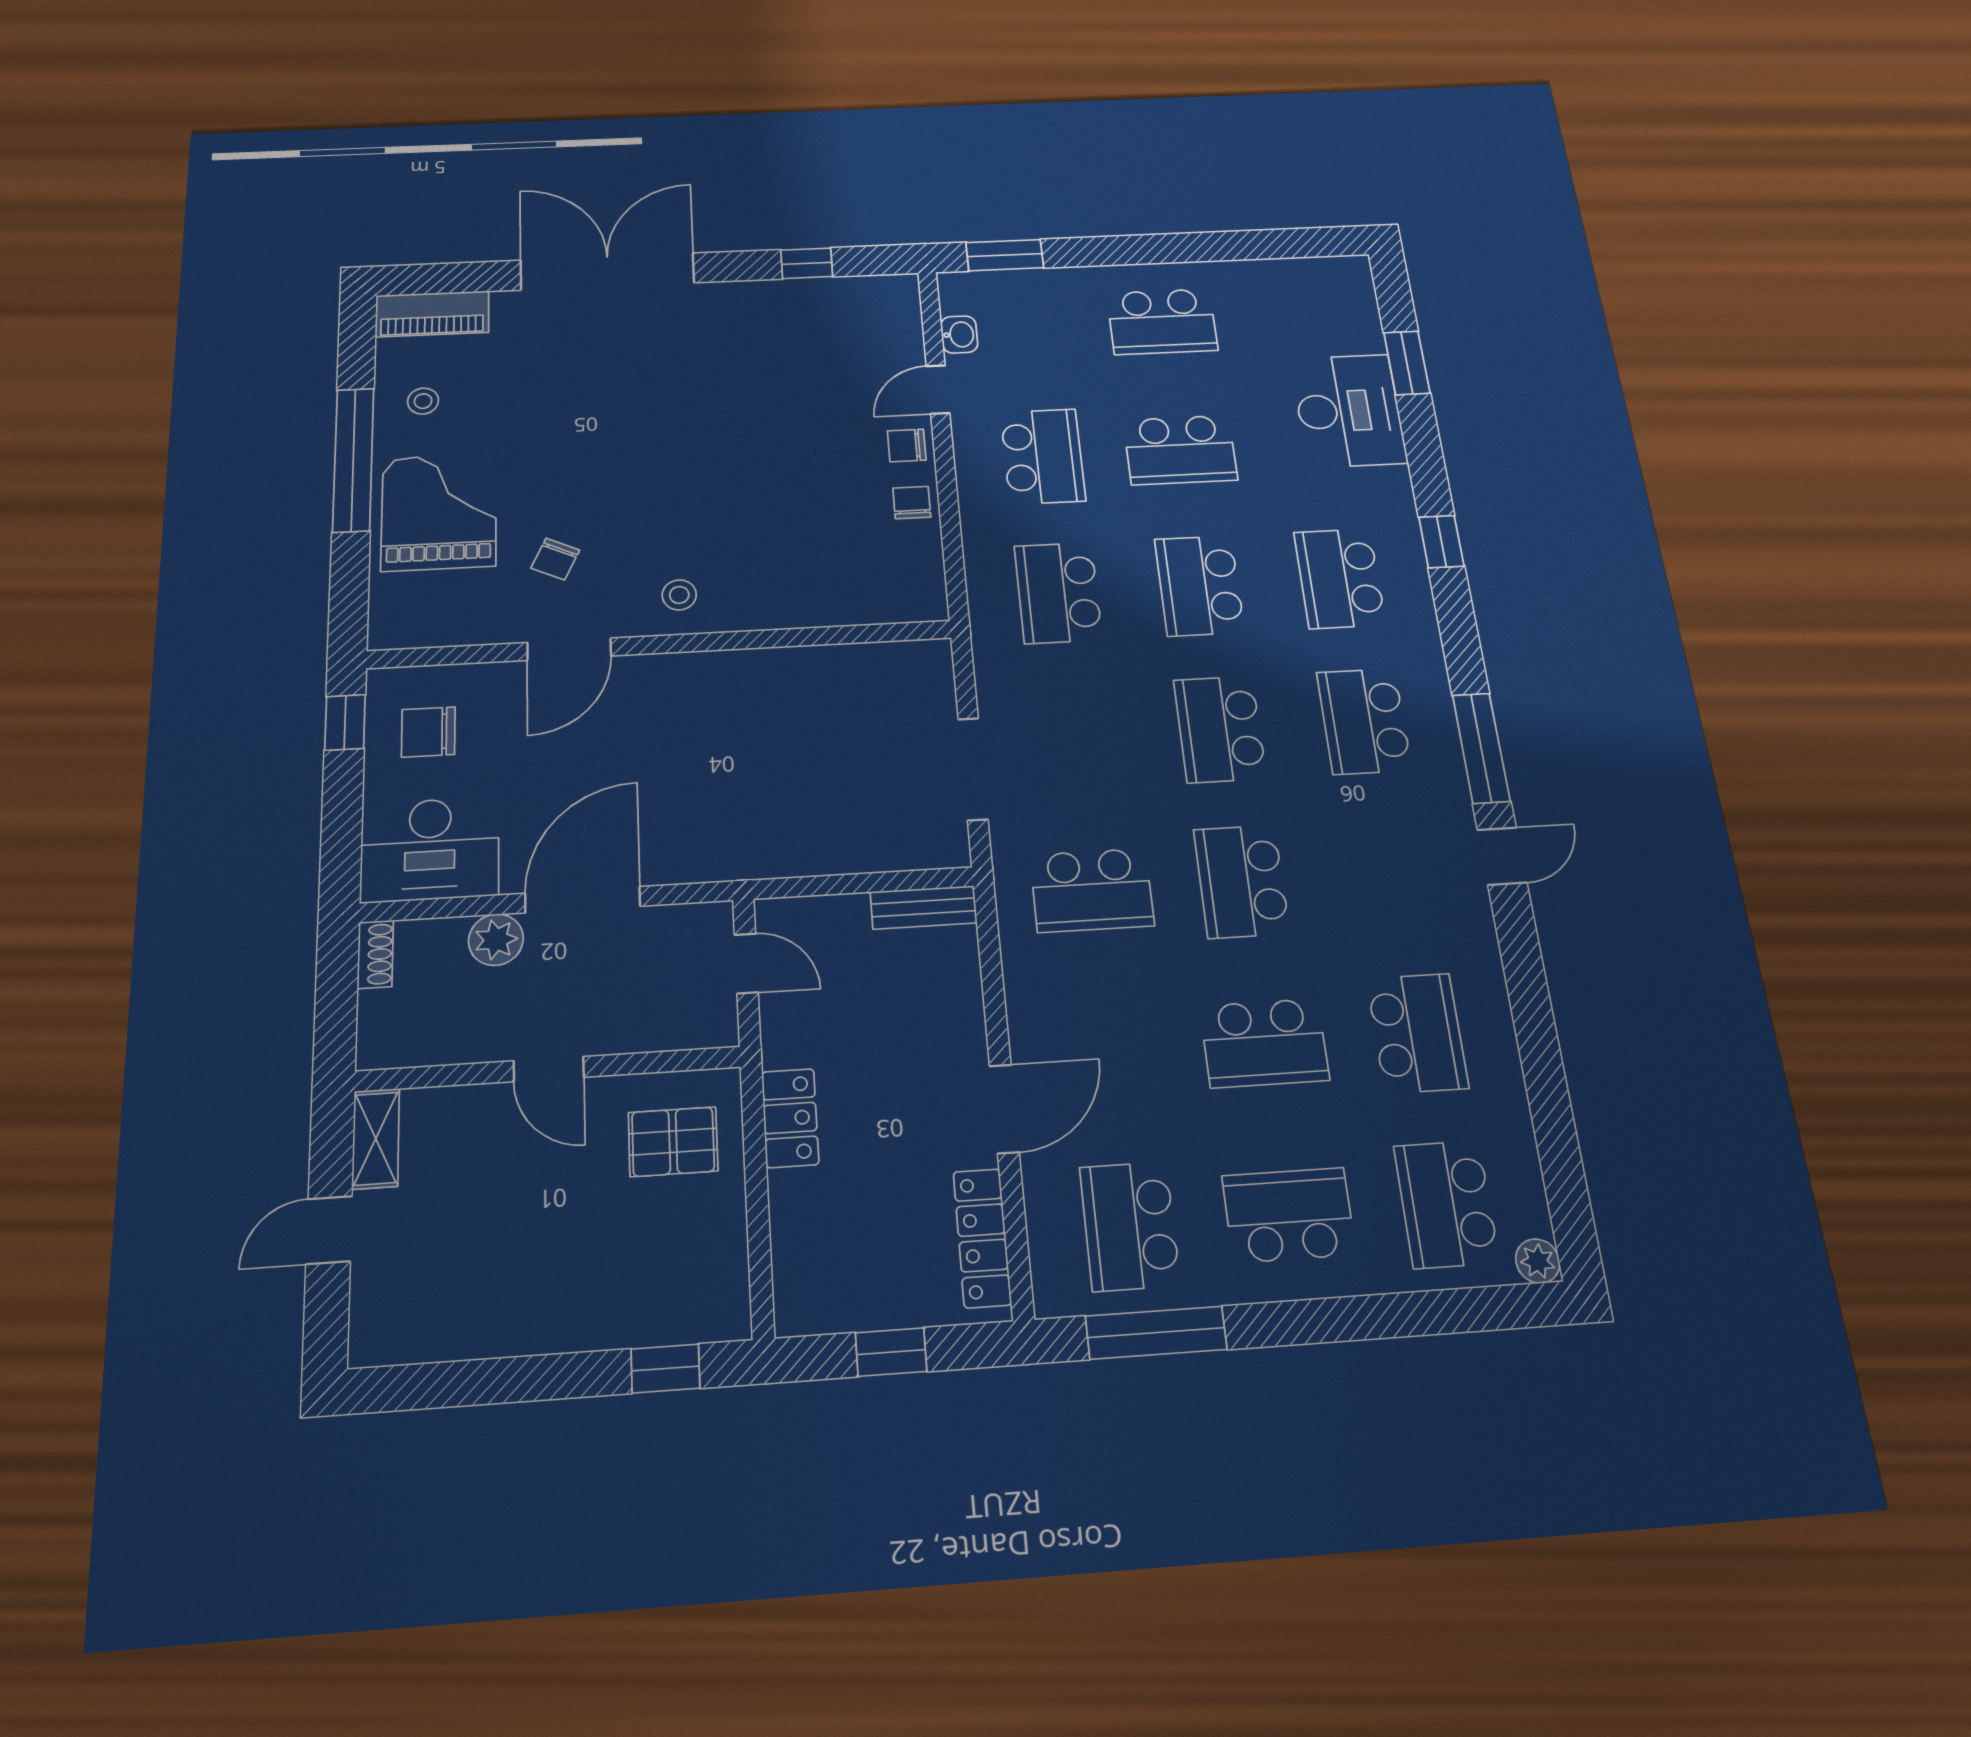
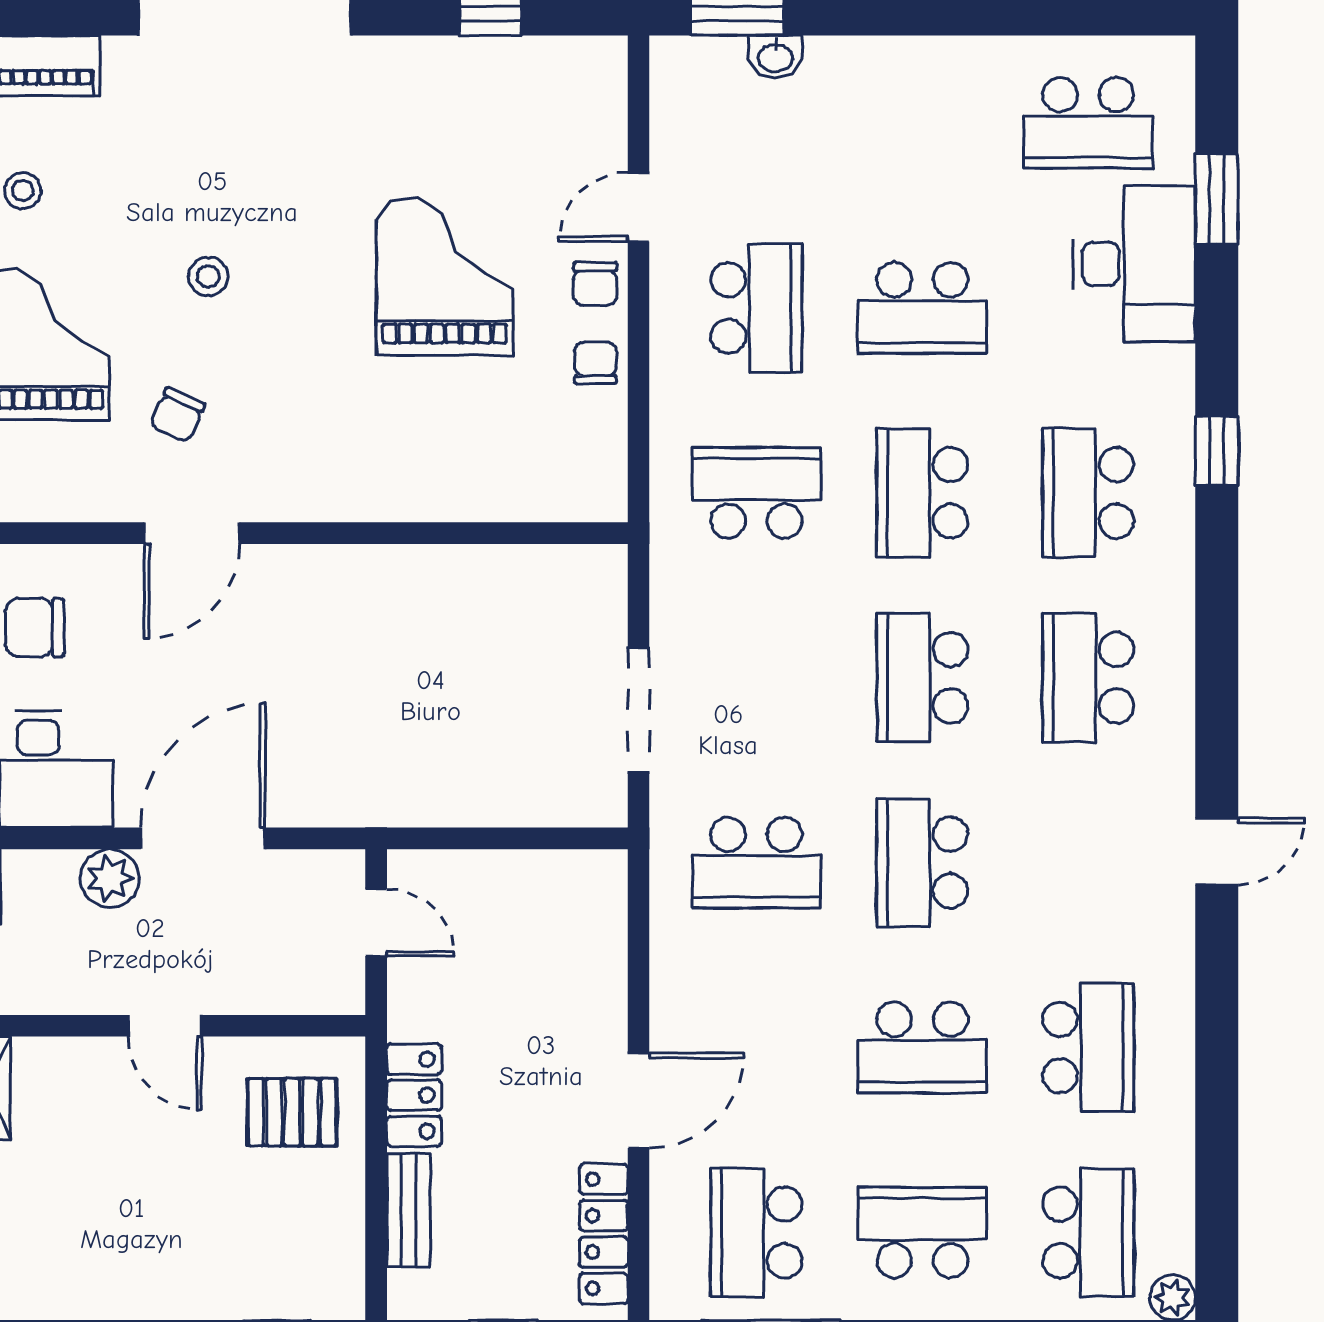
school desk: (1162, 322) -> (1088, 123), moved
washbasin: (959, 334) -> (775, 57), moved, turned 90
chair: (907, 445) -> (595, 284), turned -90
grand piano: (780, 446) -> (445, 277), added
school desk: (1058, 593) -> (756, 493), turned 90
stool: (679, 595) -> (208, 276), moved
window: (1481, 748) -> (1217, 719), removed
bench: (924, 907) -> (409, 1211), moved, turned 90
school desk: (1446, 1204) -> (1088, 1232), turned 180

